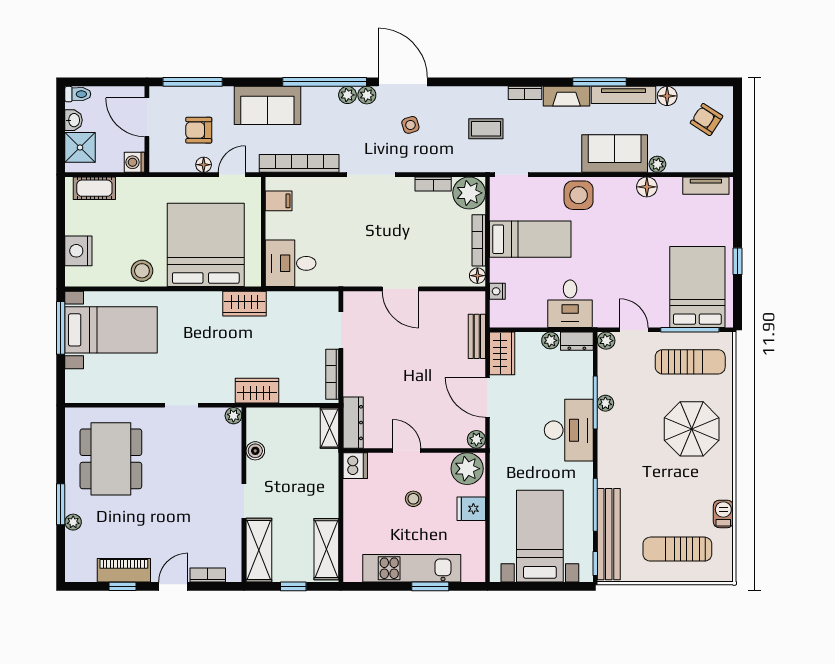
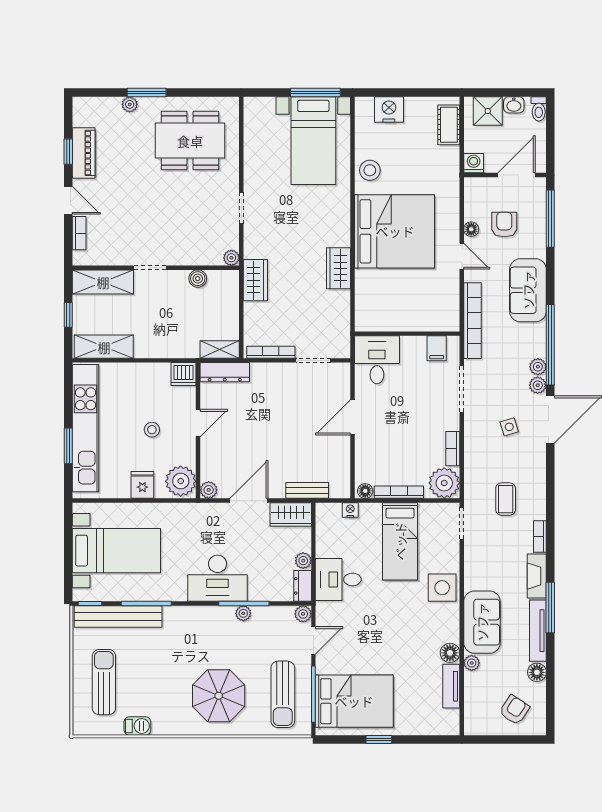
tv unit: (706, 186) -> (451, 686), moved
filing cabinet: (279, 201) -> (437, 348), moved
wall: (263, 232) -> (407, 334), moved
desk: (291, 263) -> (377, 360), moved
kitchen unit: (412, 568) -> (86, 428), width x1.36

